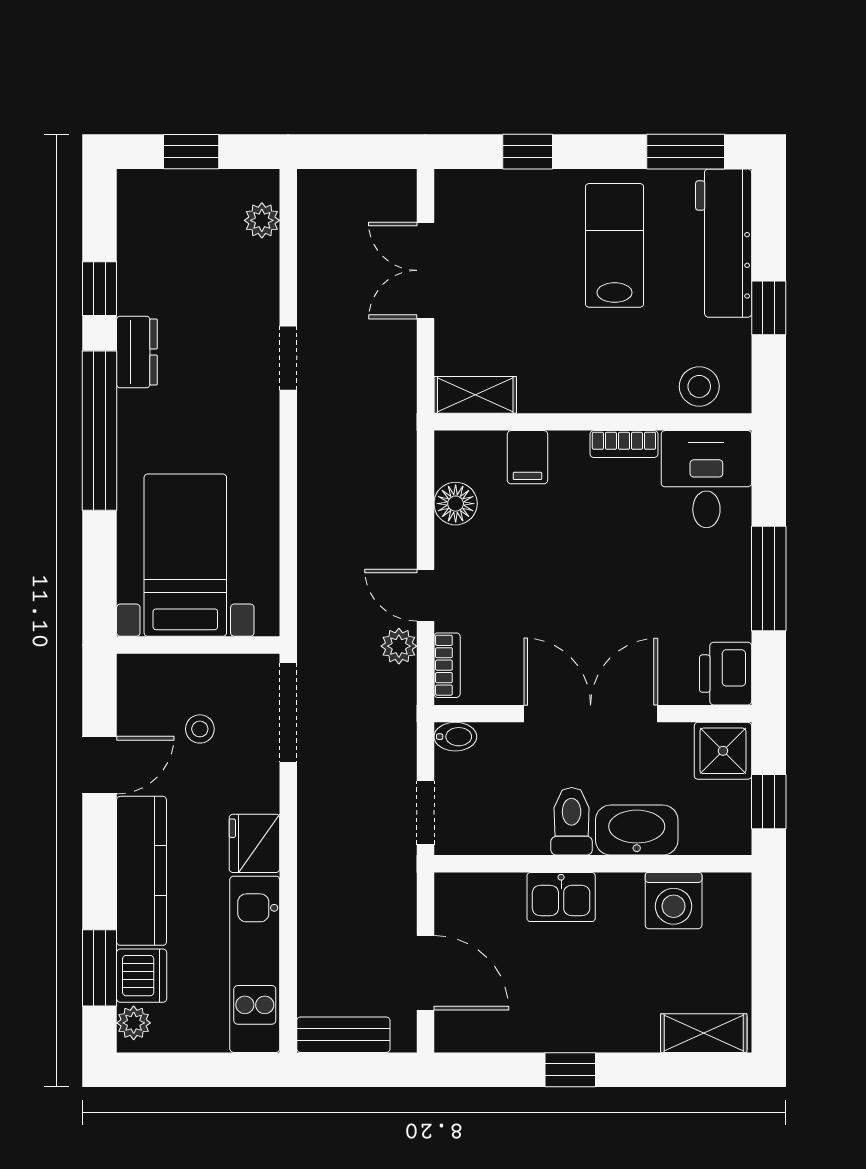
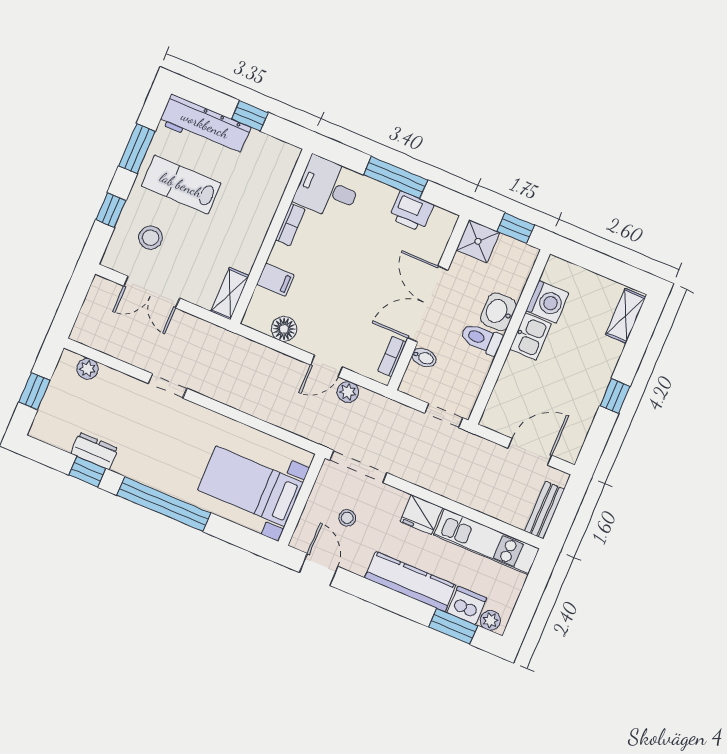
window: (686, 152) -> (137, 149), moved
dresser: (137, 352) -> (94, 451), moved
stool: (699, 386) -> (151, 238), moved
bookcase: (447, 665) -> (392, 357), moved, turned -90
printer: (726, 674) -> (411, 211), moved
bidet: (455, 737) -> (424, 358), moved, turned 90
door: (99, 765) -> (319, 570), moved
washbasin: (637, 830) -> (498, 312), width x0.72
kitchen sink: (561, 897) -> (531, 336), moved

